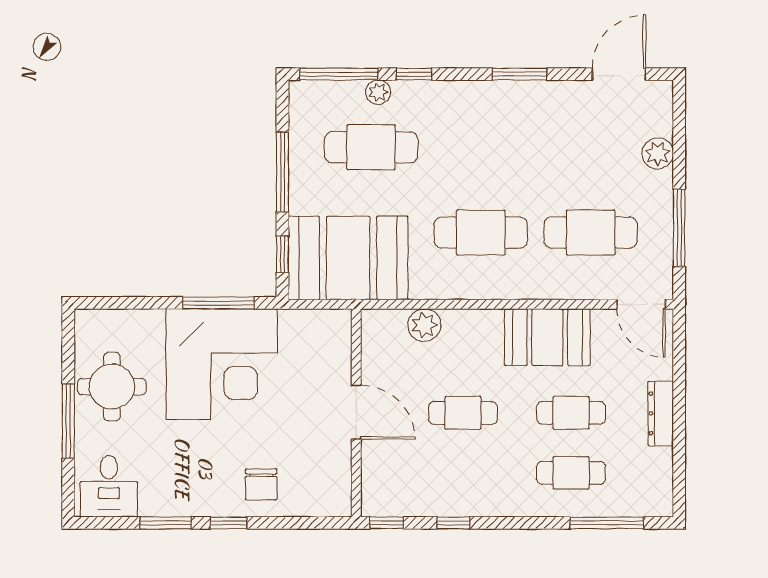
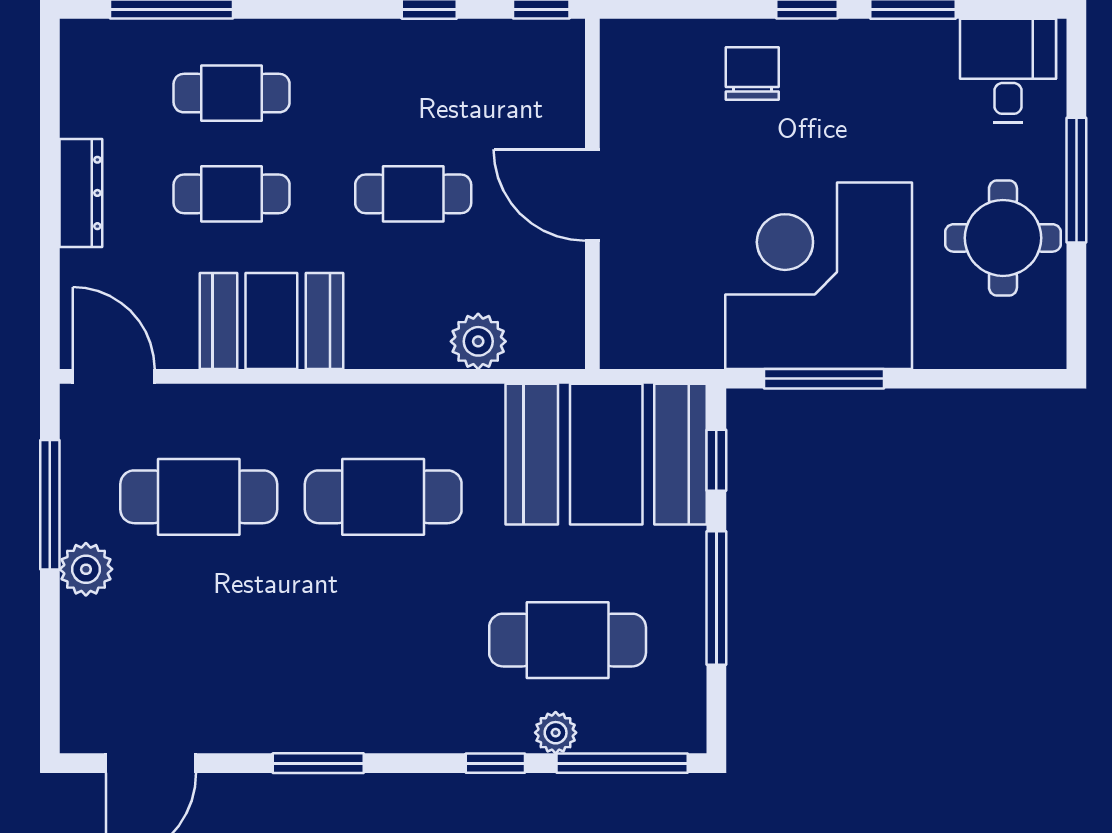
plant: (658, 154) -> (86, 569), moved

